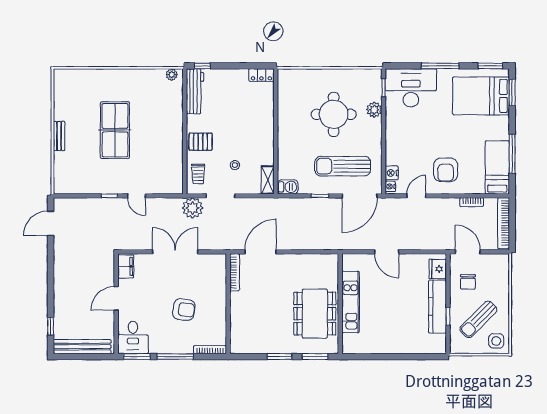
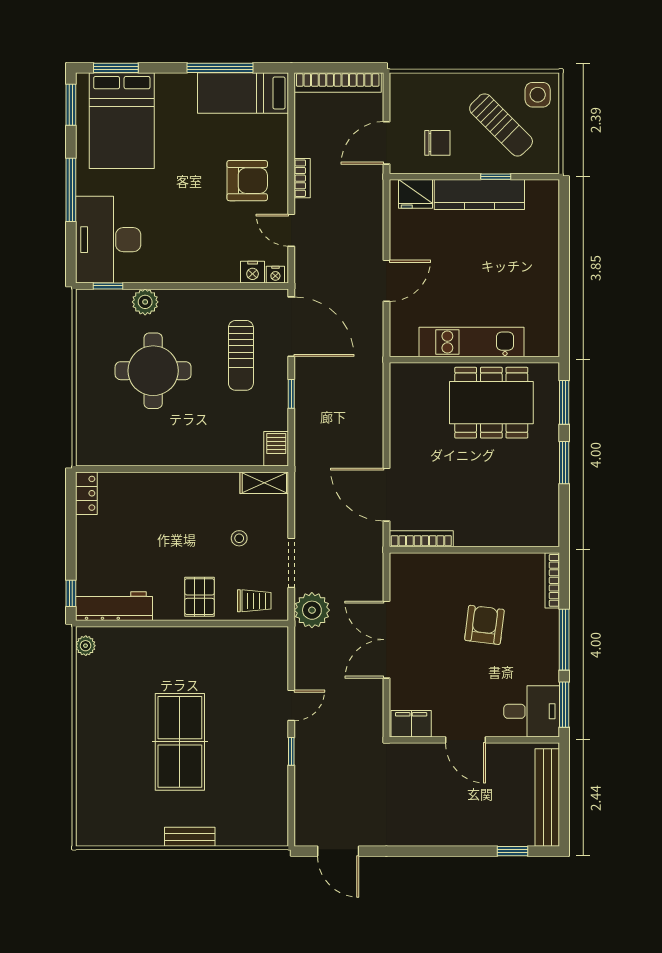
table tennis table: (115, 130) -> (180, 742), turned 90
sun lounger: (343, 166) -> (241, 355), width x0.73, depth x0.75
bookcase: (472, 202) -> (302, 178), moved

